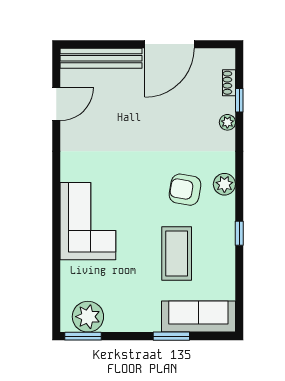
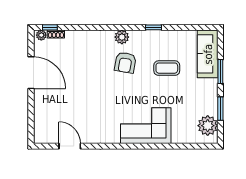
bench: (101, 58) -> (40, 117), removed
window: (239, 100) -> (50, 27), moved
plant: (227, 122) -> (41, 35), moved
coffee table: (177, 254) -> (167, 68), width x0.73, depth x0.76
window: (83, 336) -> (220, 109), moved

